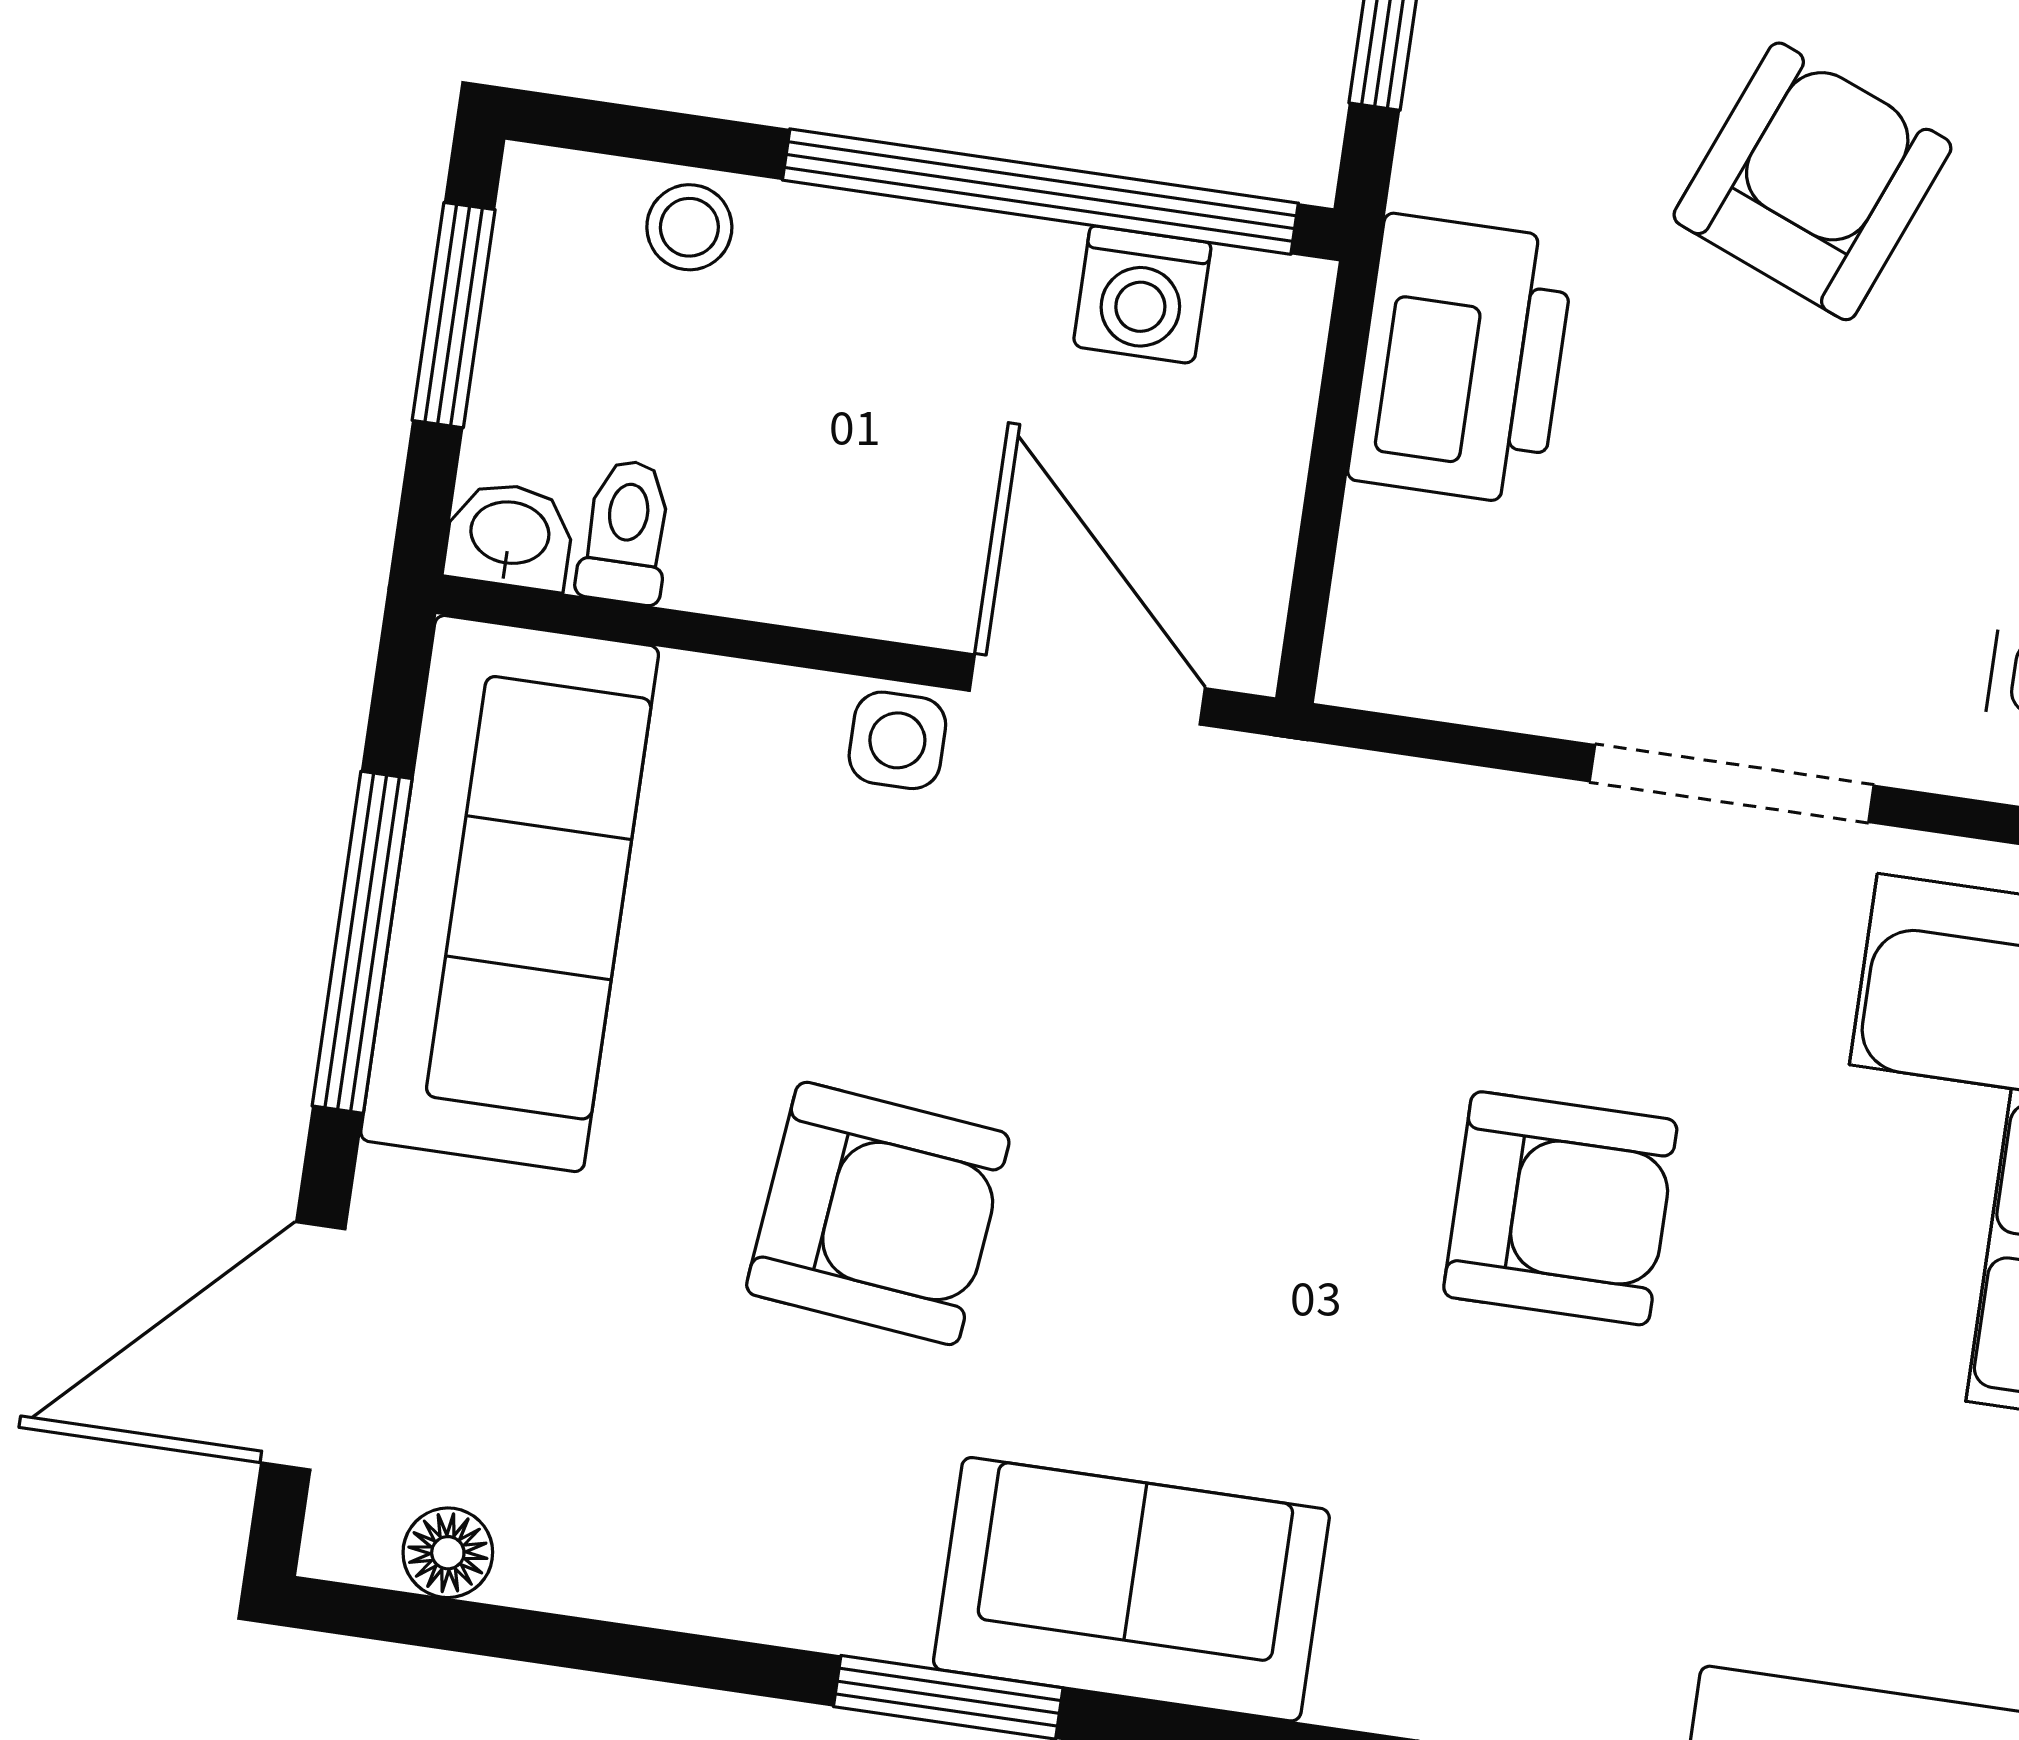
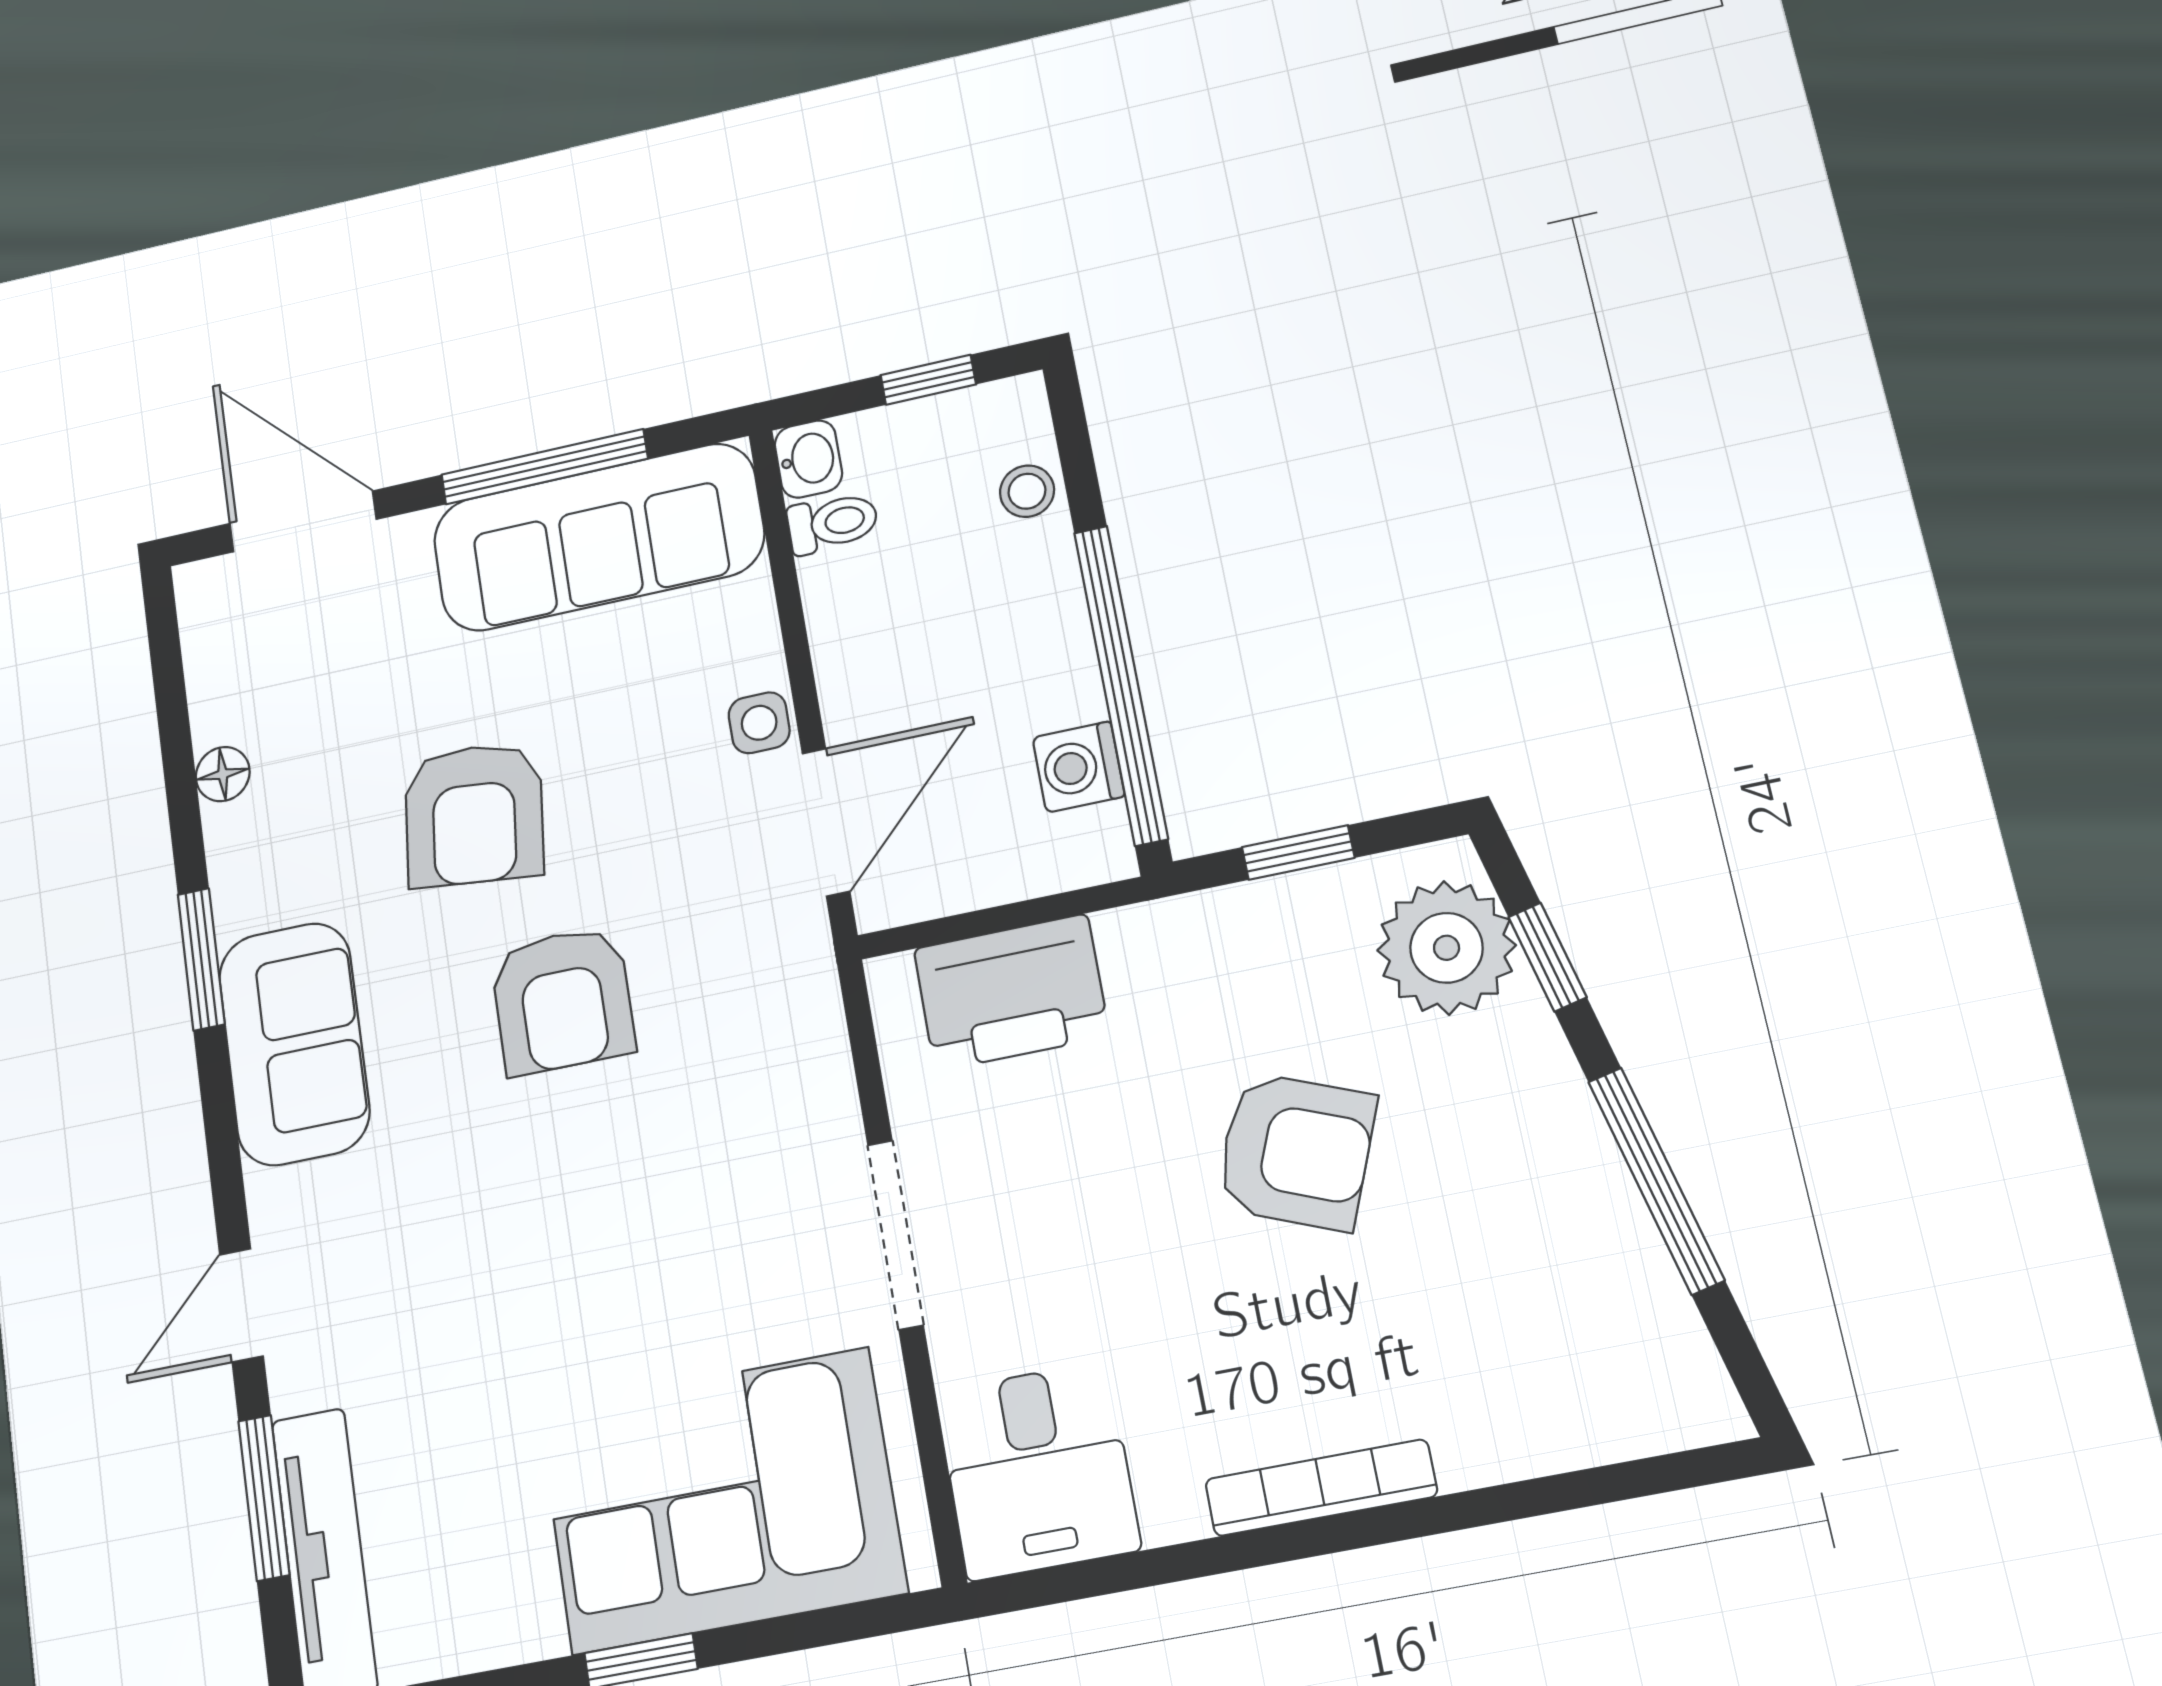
window: (454, 315) -> (928, 380), width x0.67
printer: (1462, 360) -> (1011, 992), moved
armchair: (1560, 1208) -> (563, 1000), moved
floor lamp: (448, 1553) -> (223, 774), moved

